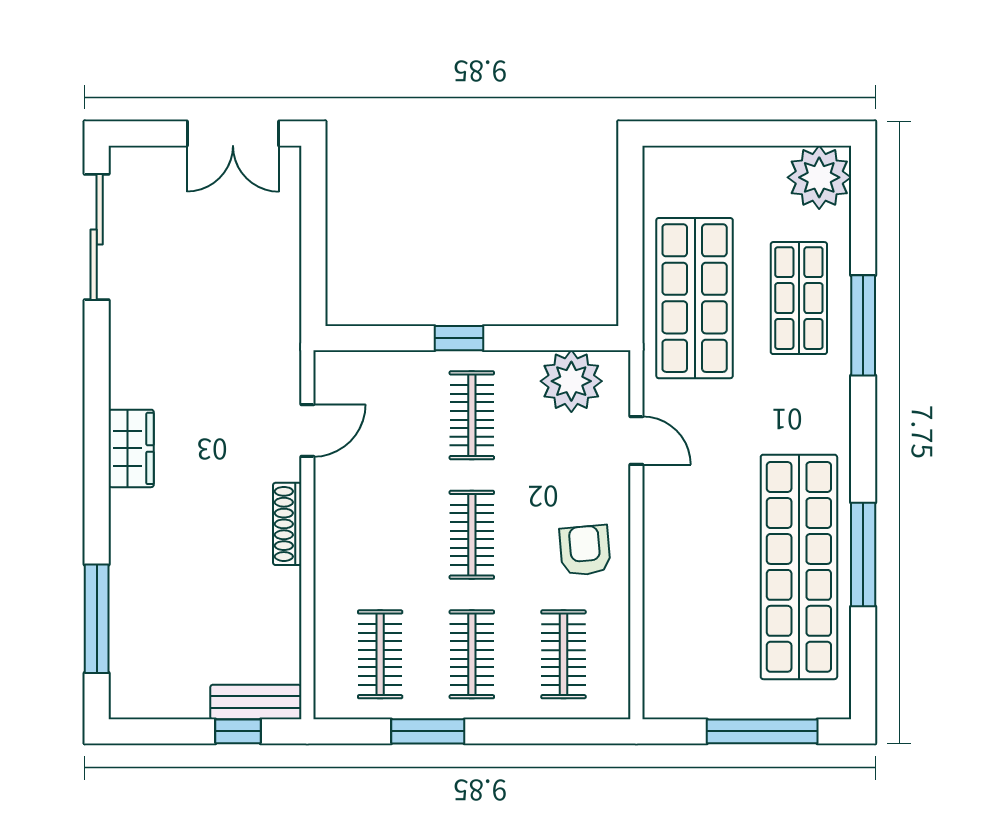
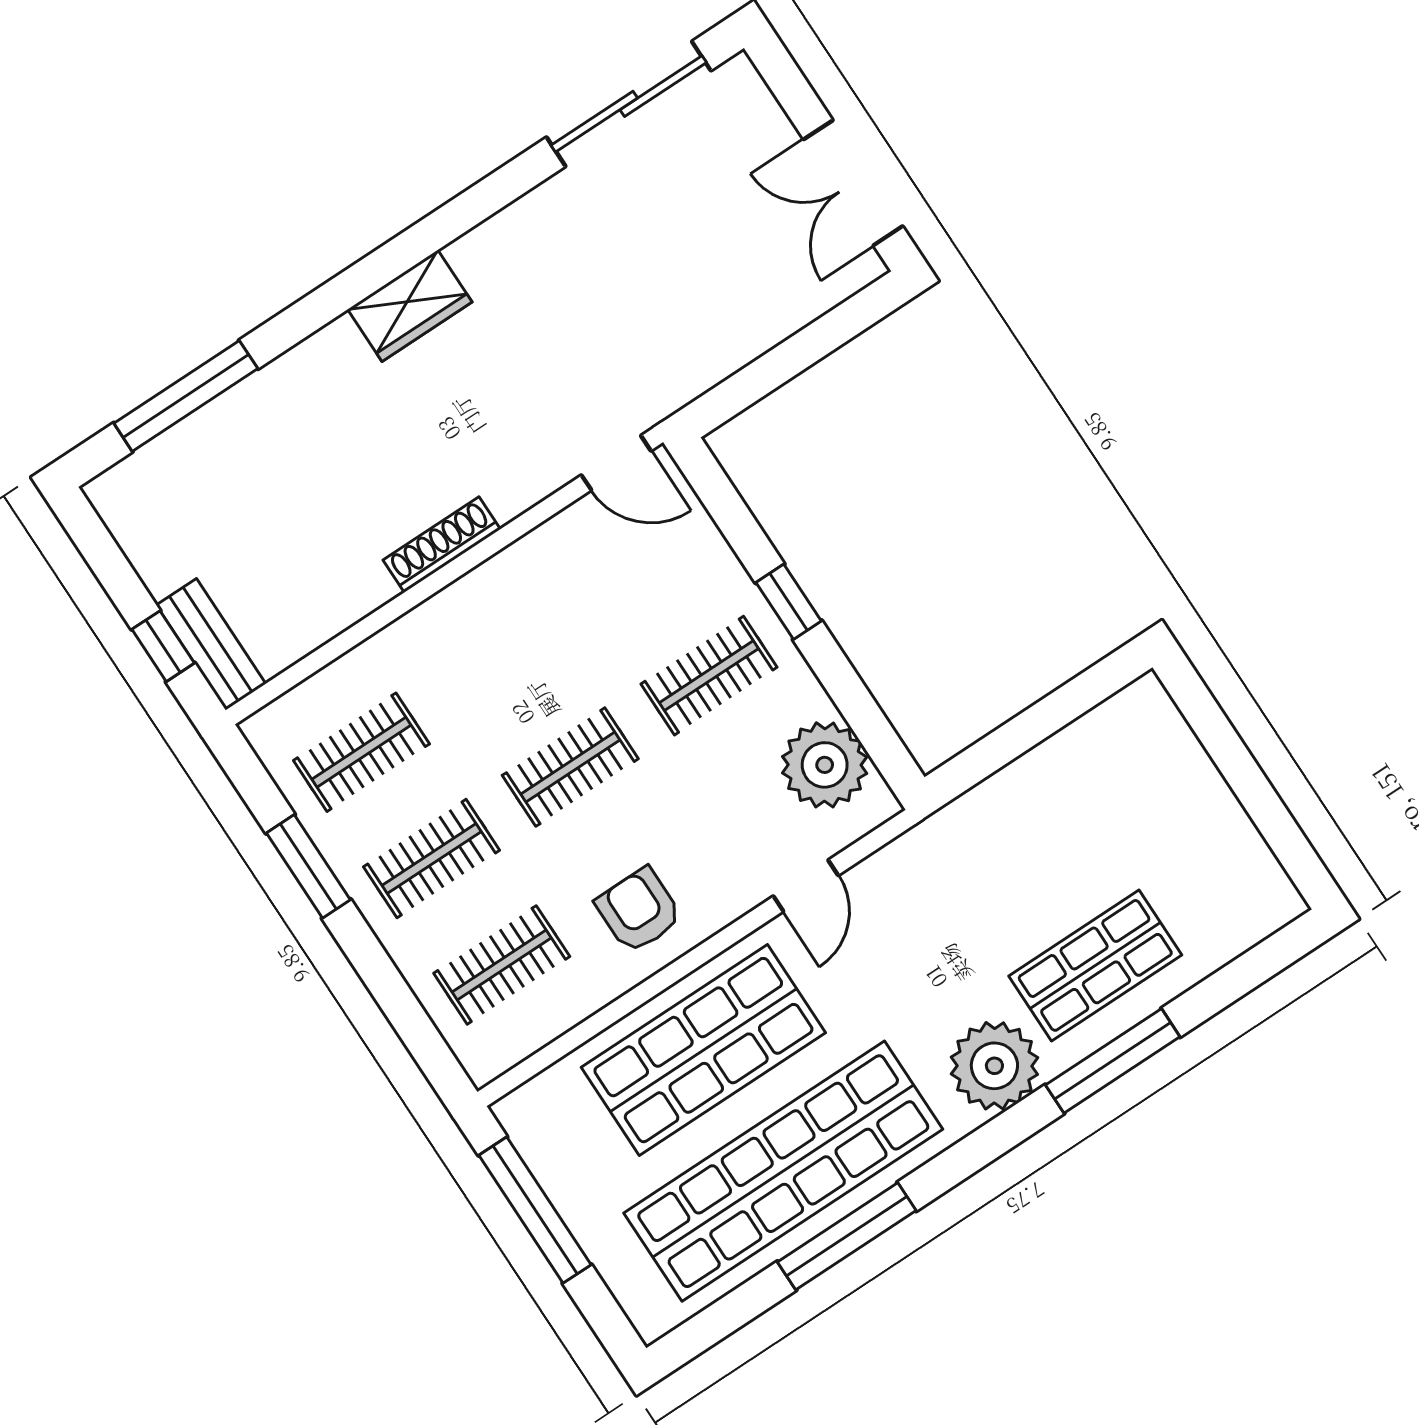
plant: (819, 177) -> (994, 1066), moved
shop shelf: (695, 298) -> (703, 1050), moved
door: (307, 430) -> (616, 463), moved
armchair: (585, 550) -> (639, 910), turned -85
window: (762, 731) -> (535, 1210), moved

